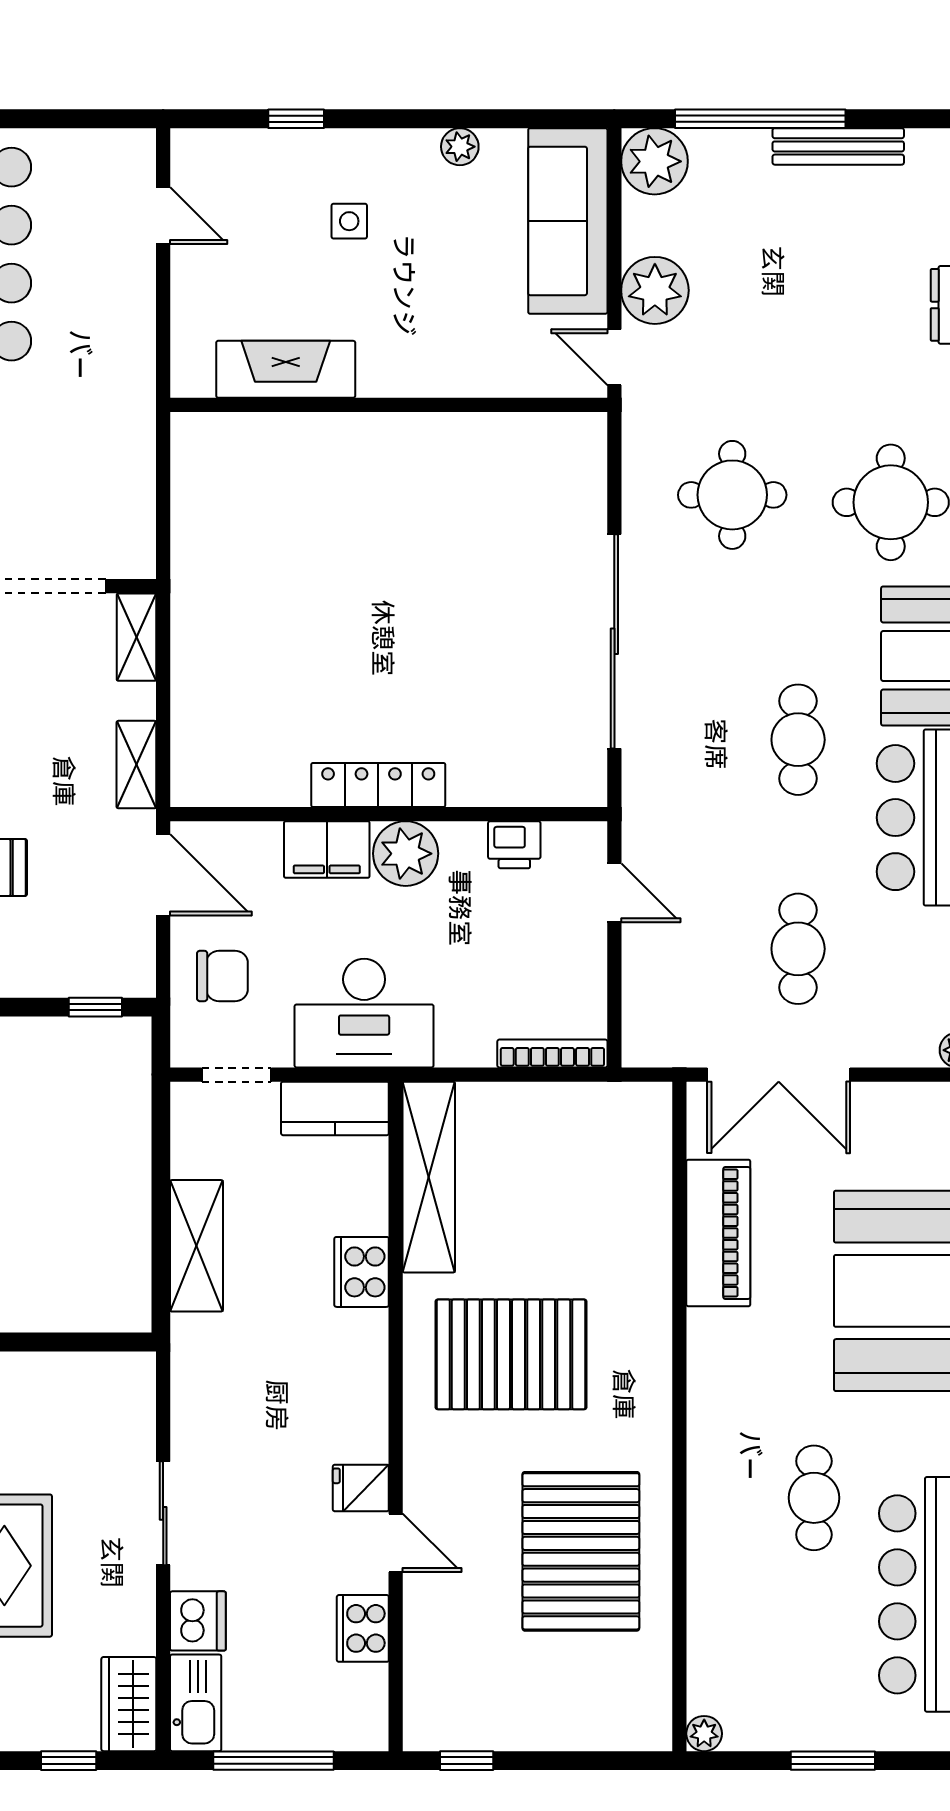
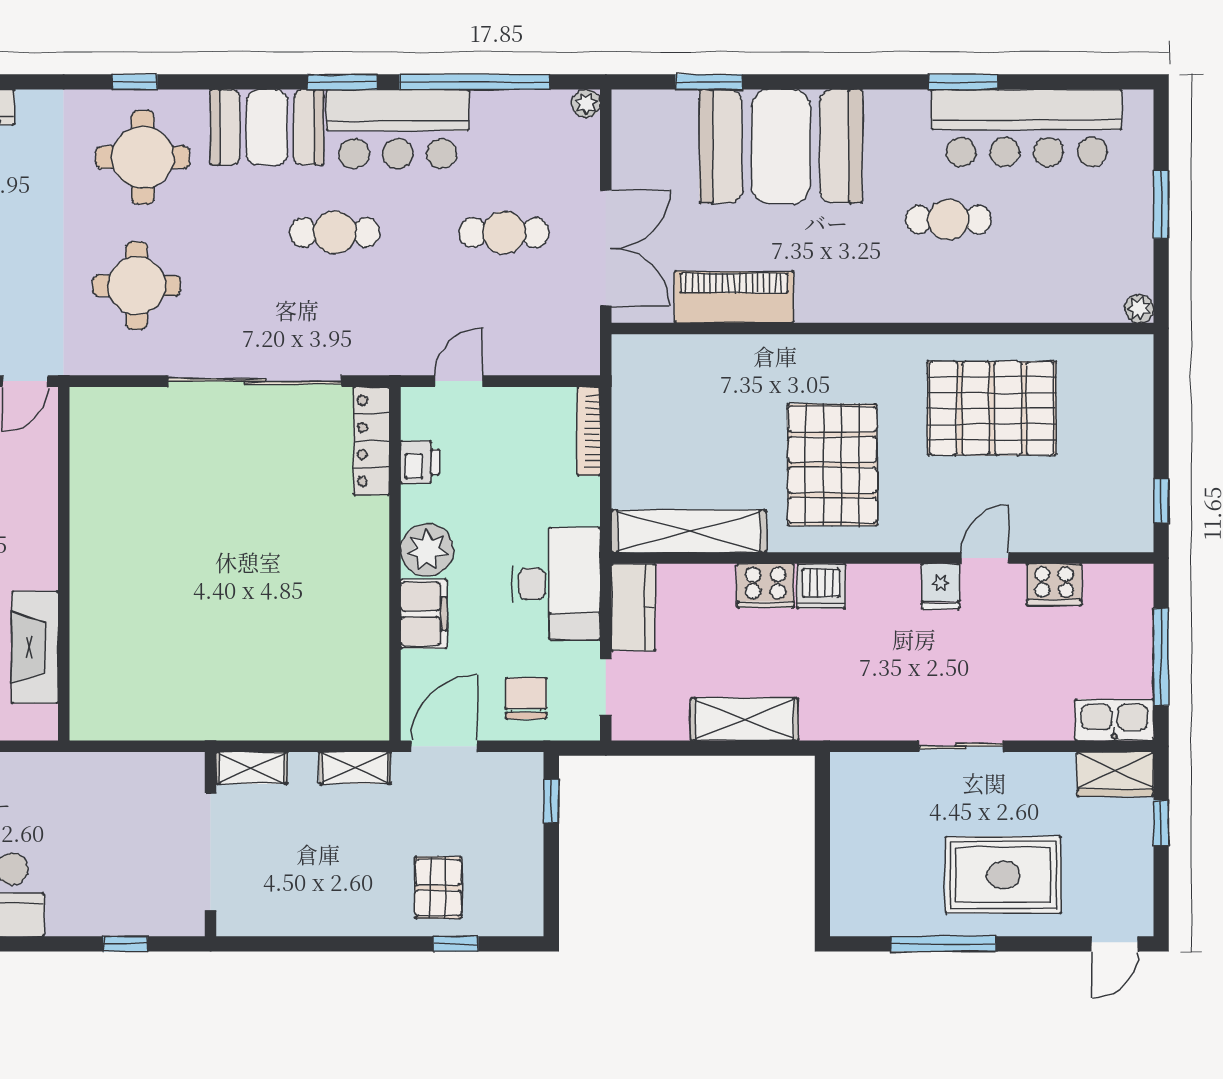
locker: (378, 785) -> (371, 441), moved
dishwasher: (198, 1621) -> (821, 586), moved, turned 180

